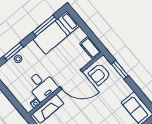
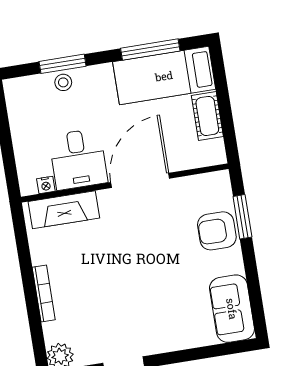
cot: (90, 48) -> (207, 116), moved
armchair: (99, 74) -> (217, 231), moved
door: (71, 79) -> (140, 180), swing flipped

